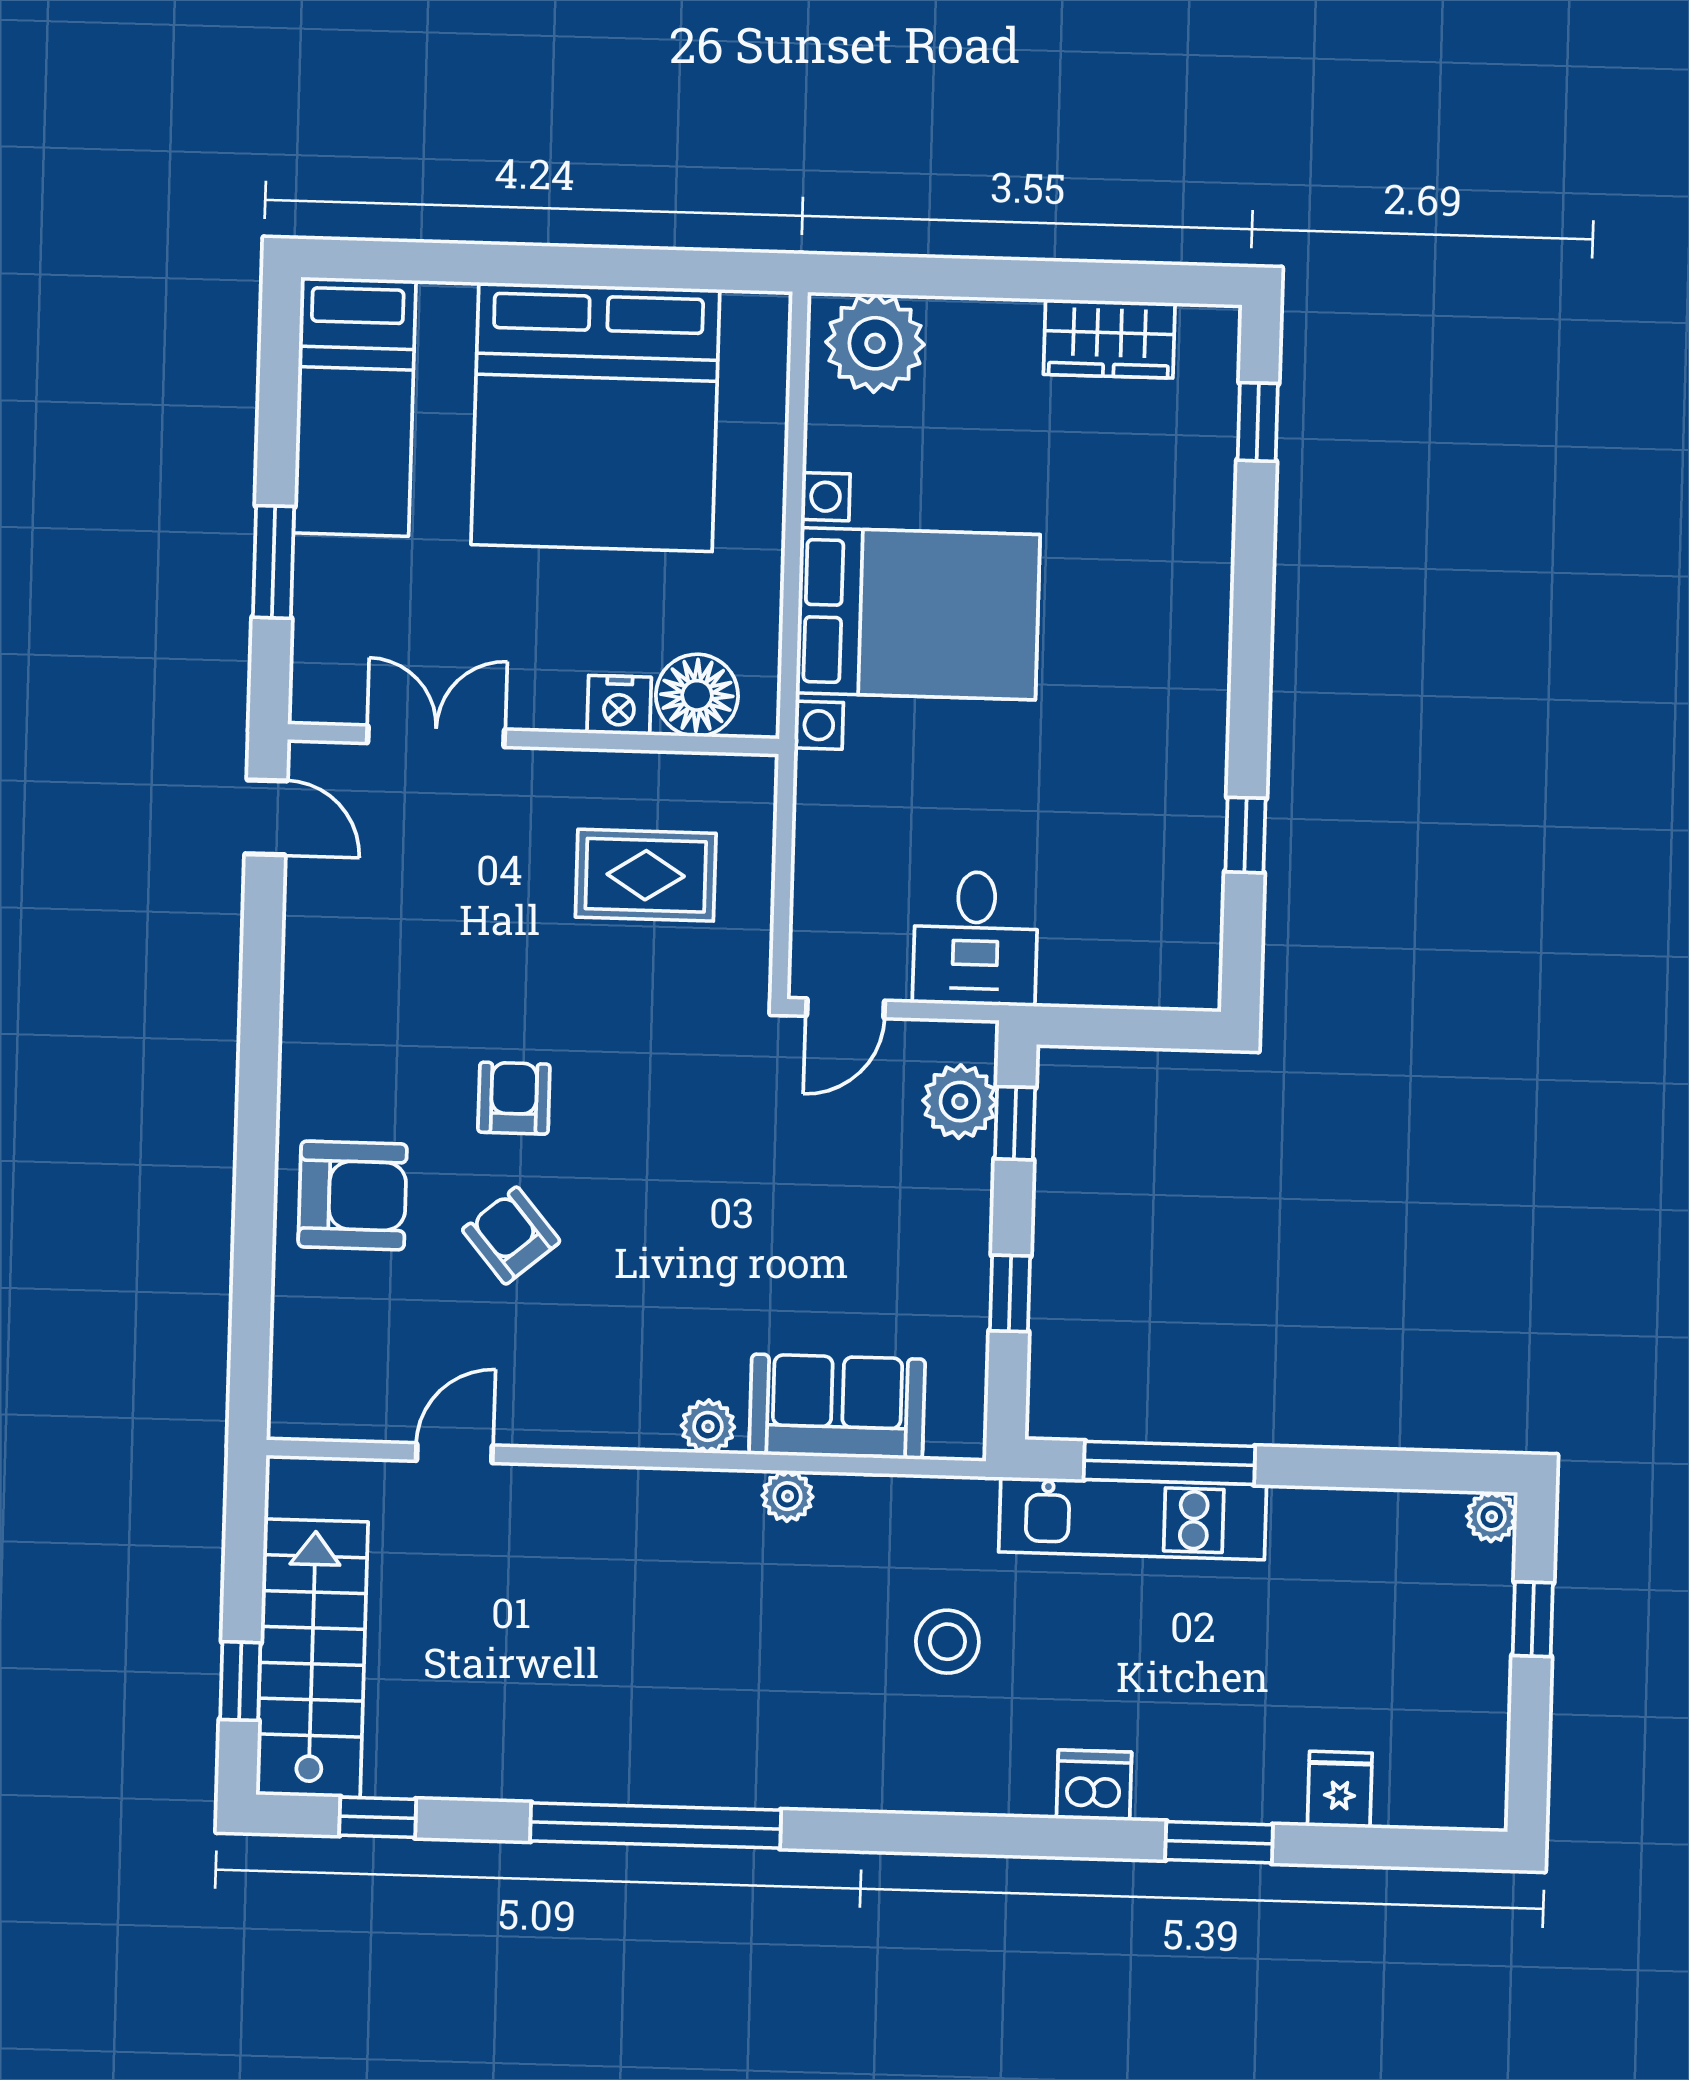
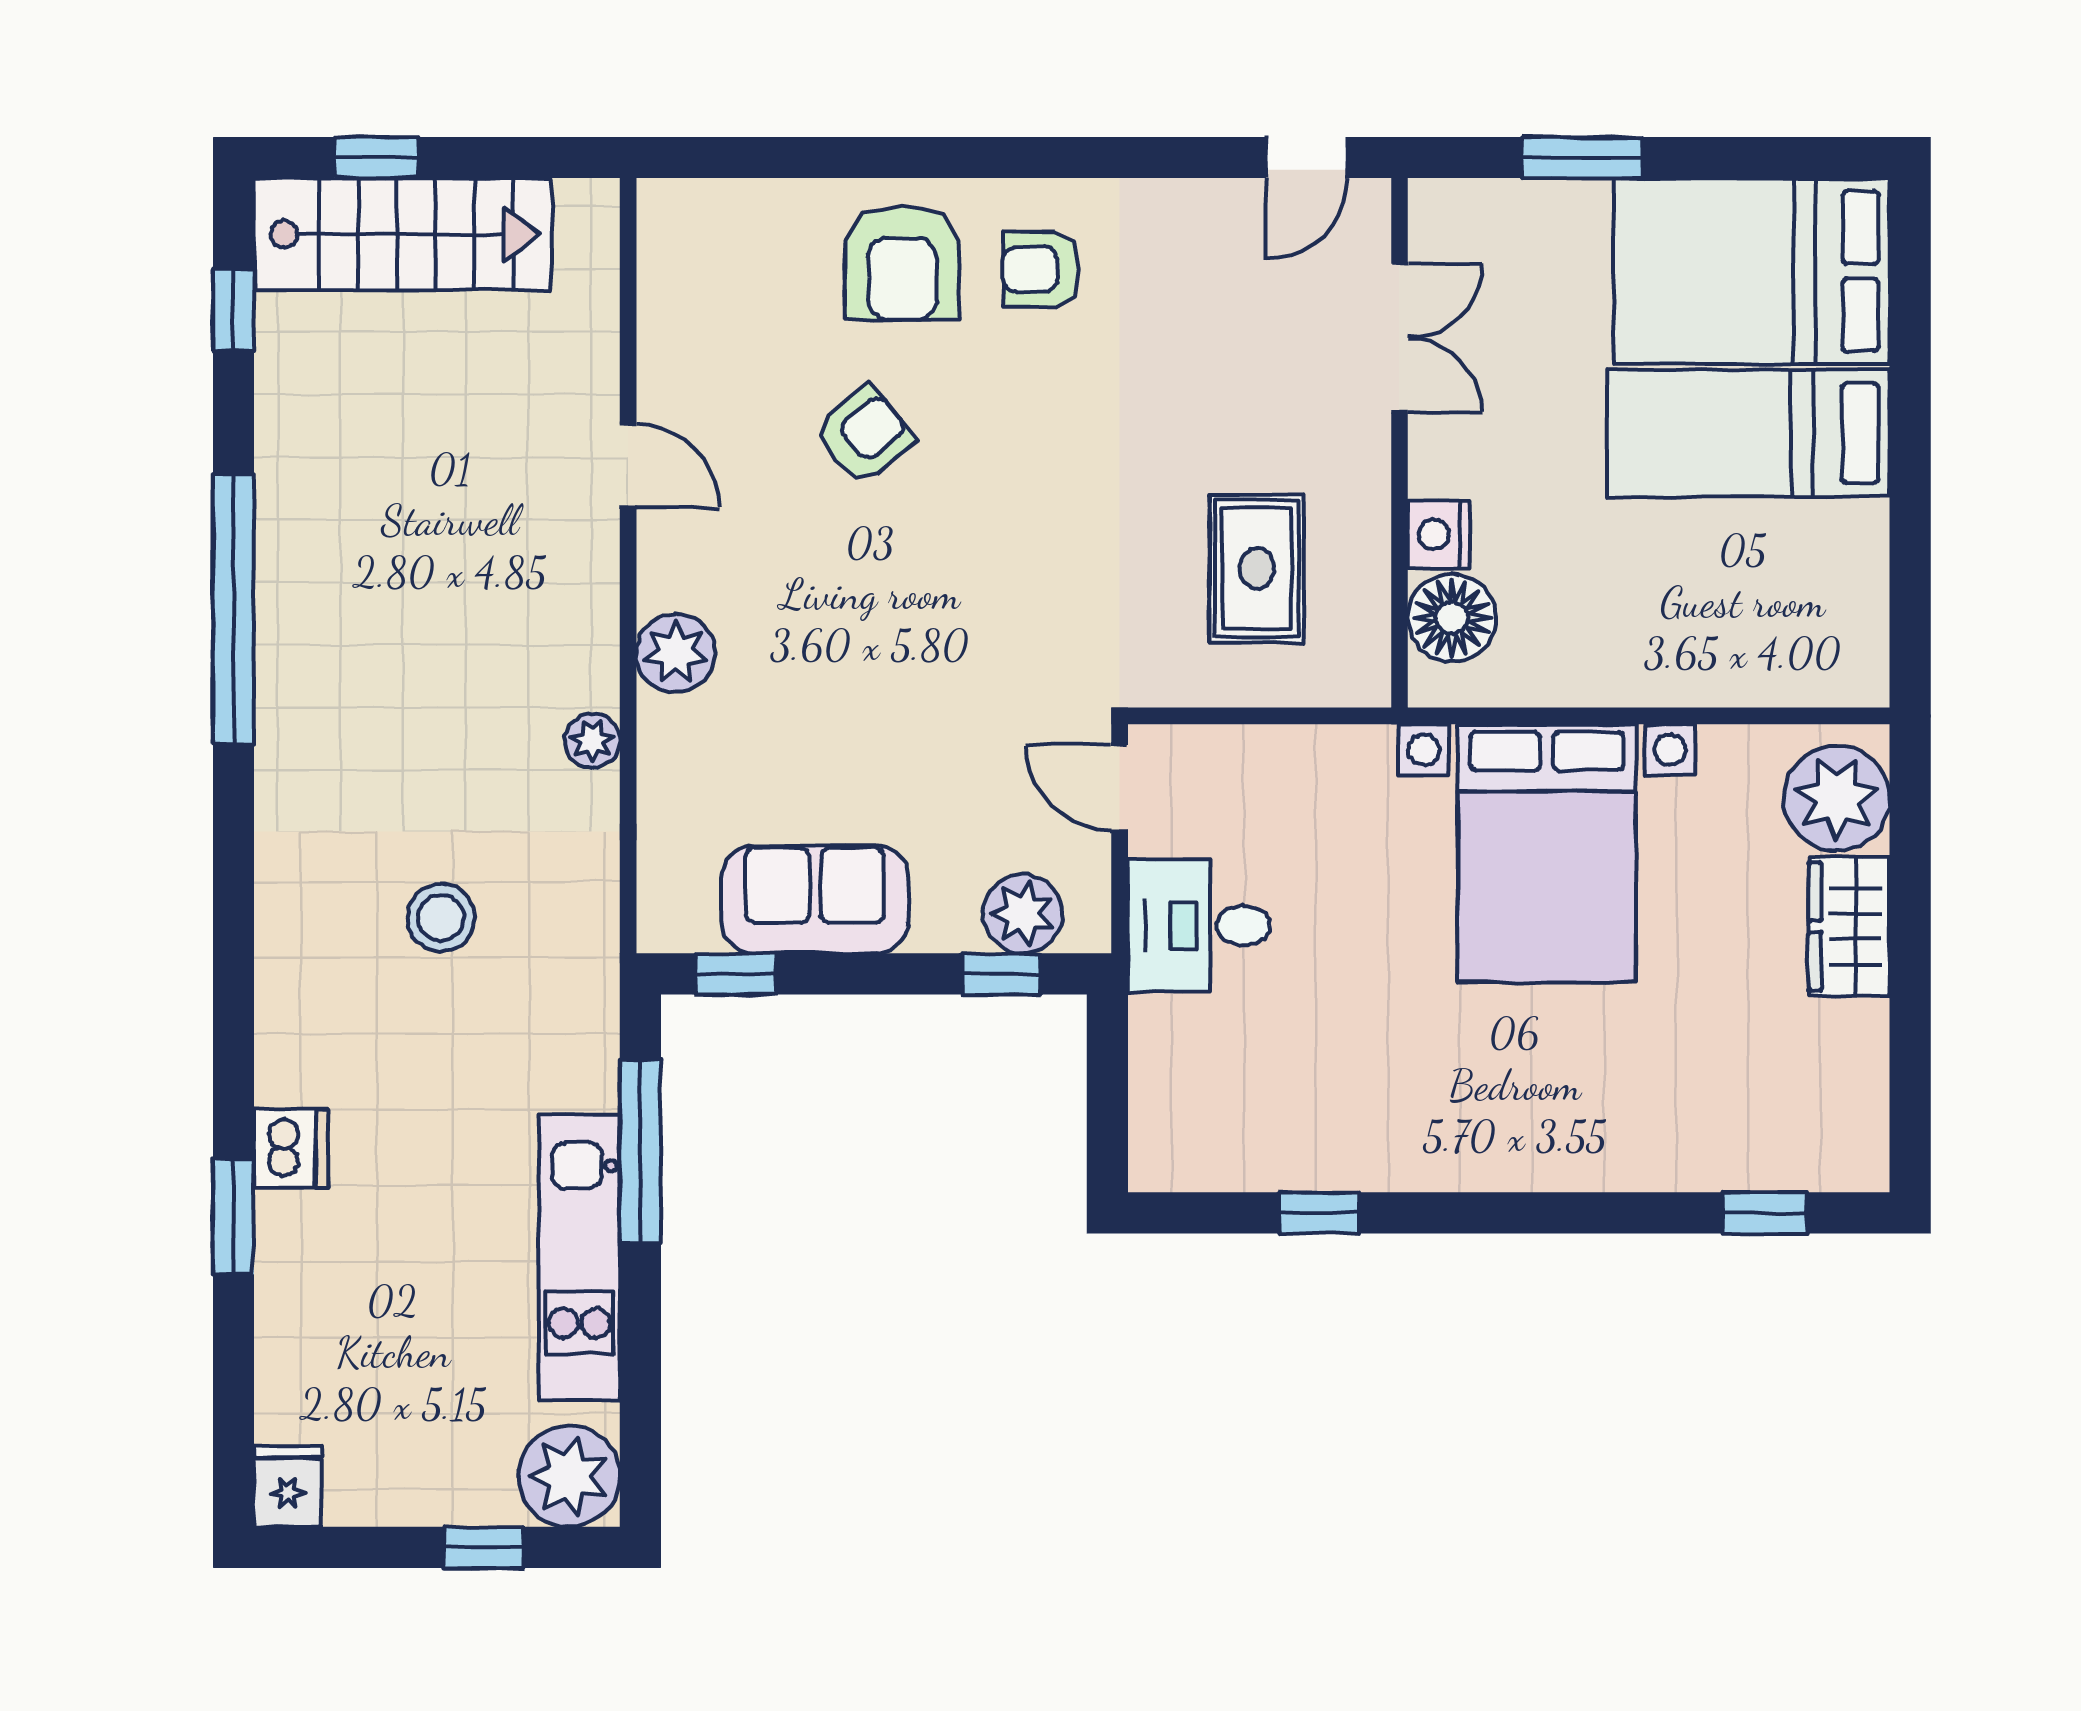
wardrobe: (1109, 339) -> (1849, 926), moved
bed: (355, 407) -> (1752, 271), width x1.50
bed: (595, 417) -> (1748, 433), width x0.49
armchair: (514, 1098) -> (1041, 269), moved, turned 180
window: (1010, 1293) -> (736, 974), moved
sofa: (837, 1407) -> (815, 899), moved, turned -90
plant: (708, 1426) -> (676, 653), width x1.38, depth x1.38
door: (454, 1453) -> (628, 466), moved
plant: (1492, 1517) -> (569, 1476), width x1.87, depth x1.87
kitchen unit: (1133, 1518) -> (580, 1257), moved
dishwasher: (1094, 1785) -> (291, 1148), moved
fridge: (1340, 1789) -> (288, 1487), moved, turned -90

